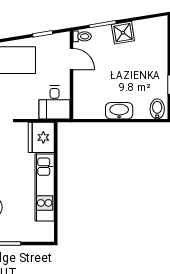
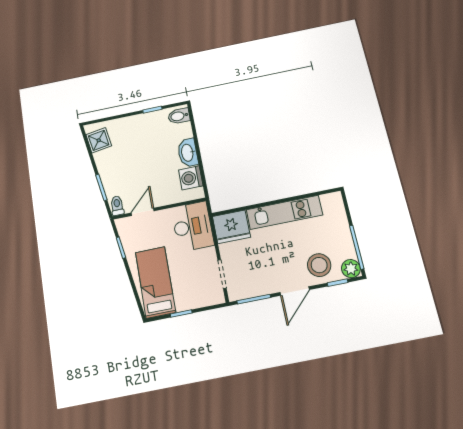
shower: (123, 33) -> (99, 140), moved
desk: (54, 102) -> (193, 226), width x1.37
washing machine: (94, 109) -> (191, 178), added

